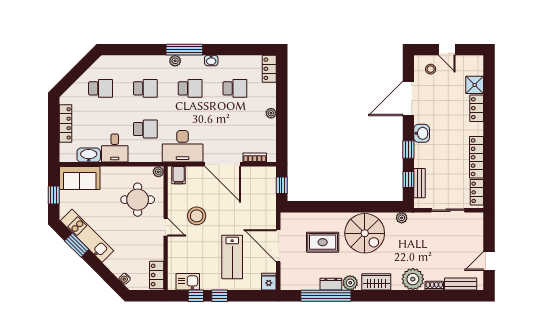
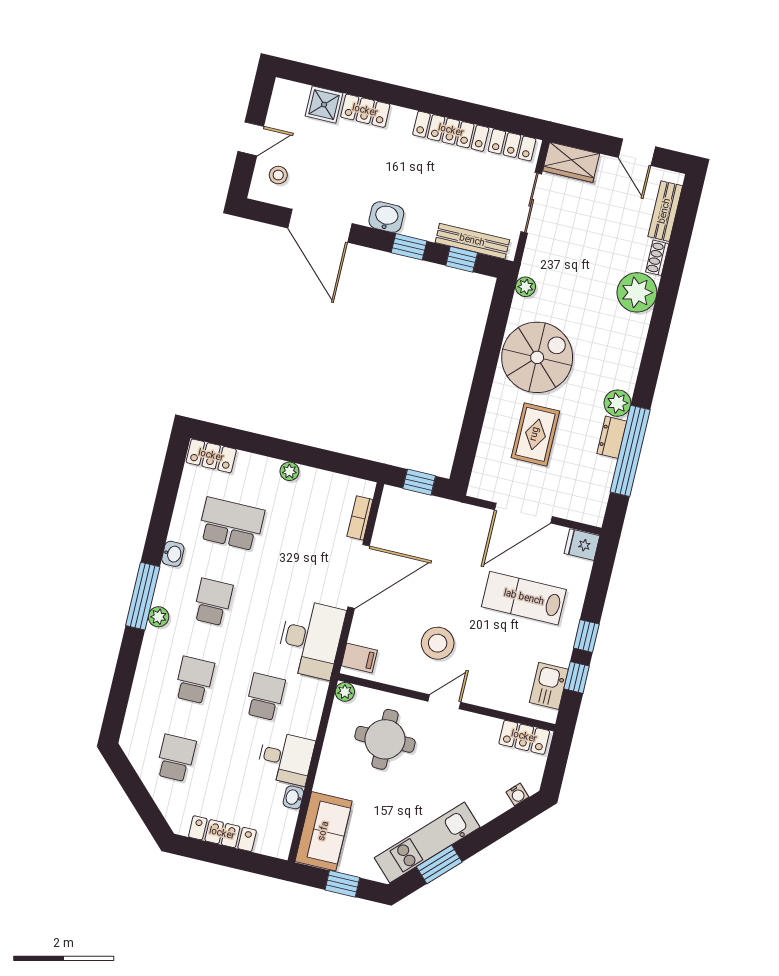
school desk: (235, 88) -> (231, 524), width x1.85
washbasin: (89, 155) -> (293, 797), width x0.52, depth x0.69
bench: (420, 183) -> (472, 241), width x1.36
lab bench: (232, 257) -> (524, 598), turned 180
wardrobe: (376, 282) -> (571, 162), moved, turned -90

